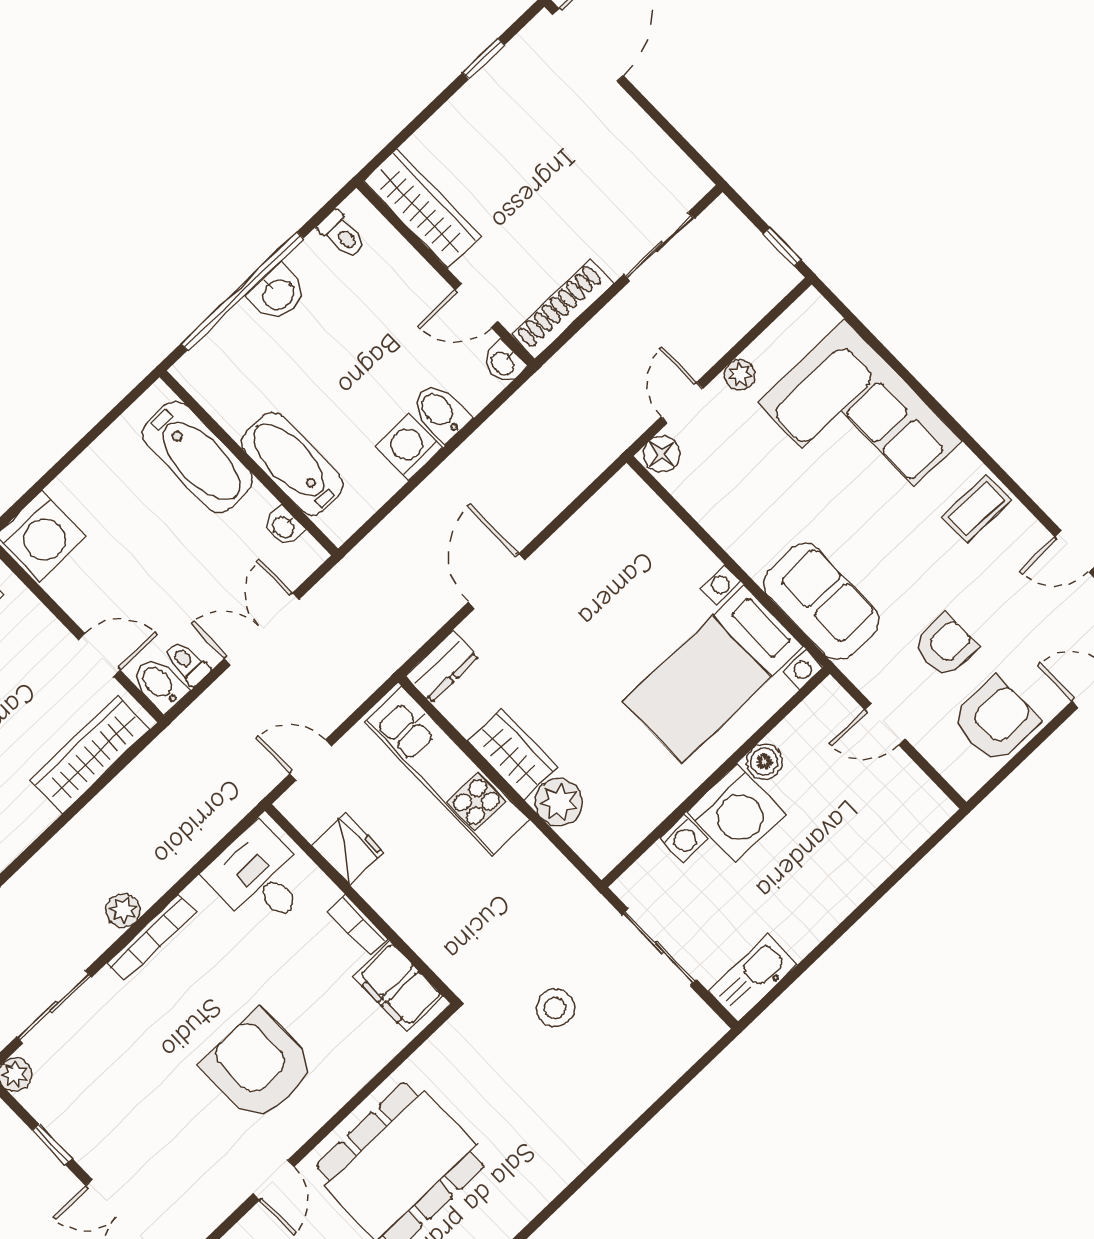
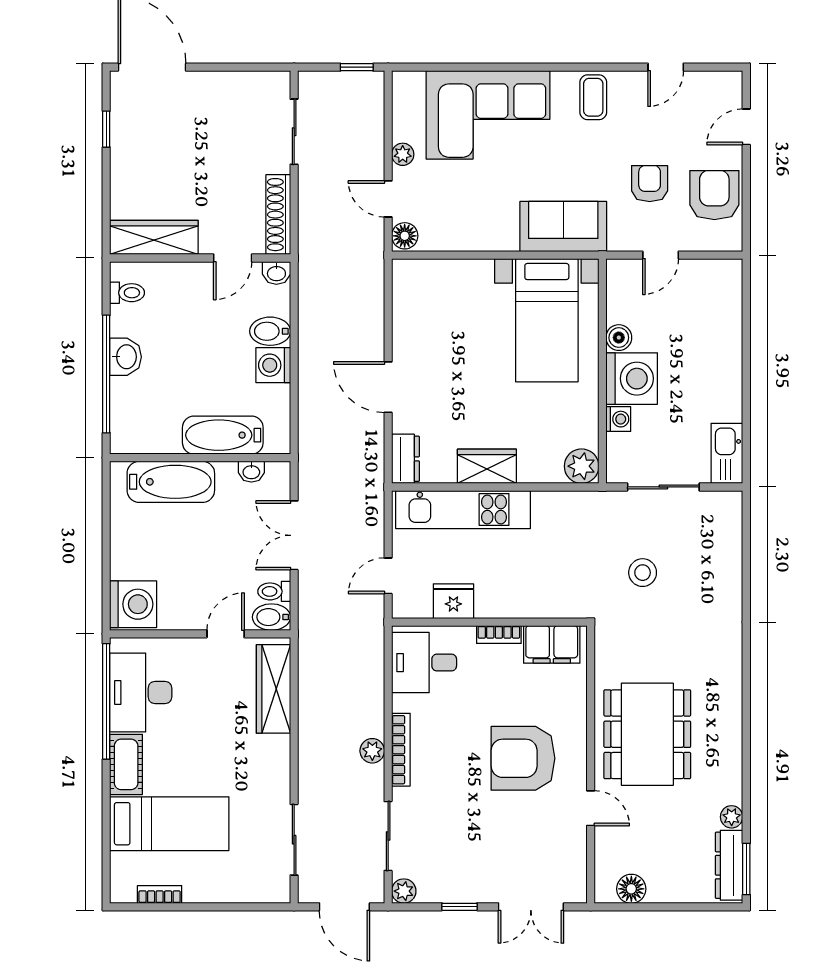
plant: (559, 802) -> (582, 466), moved

